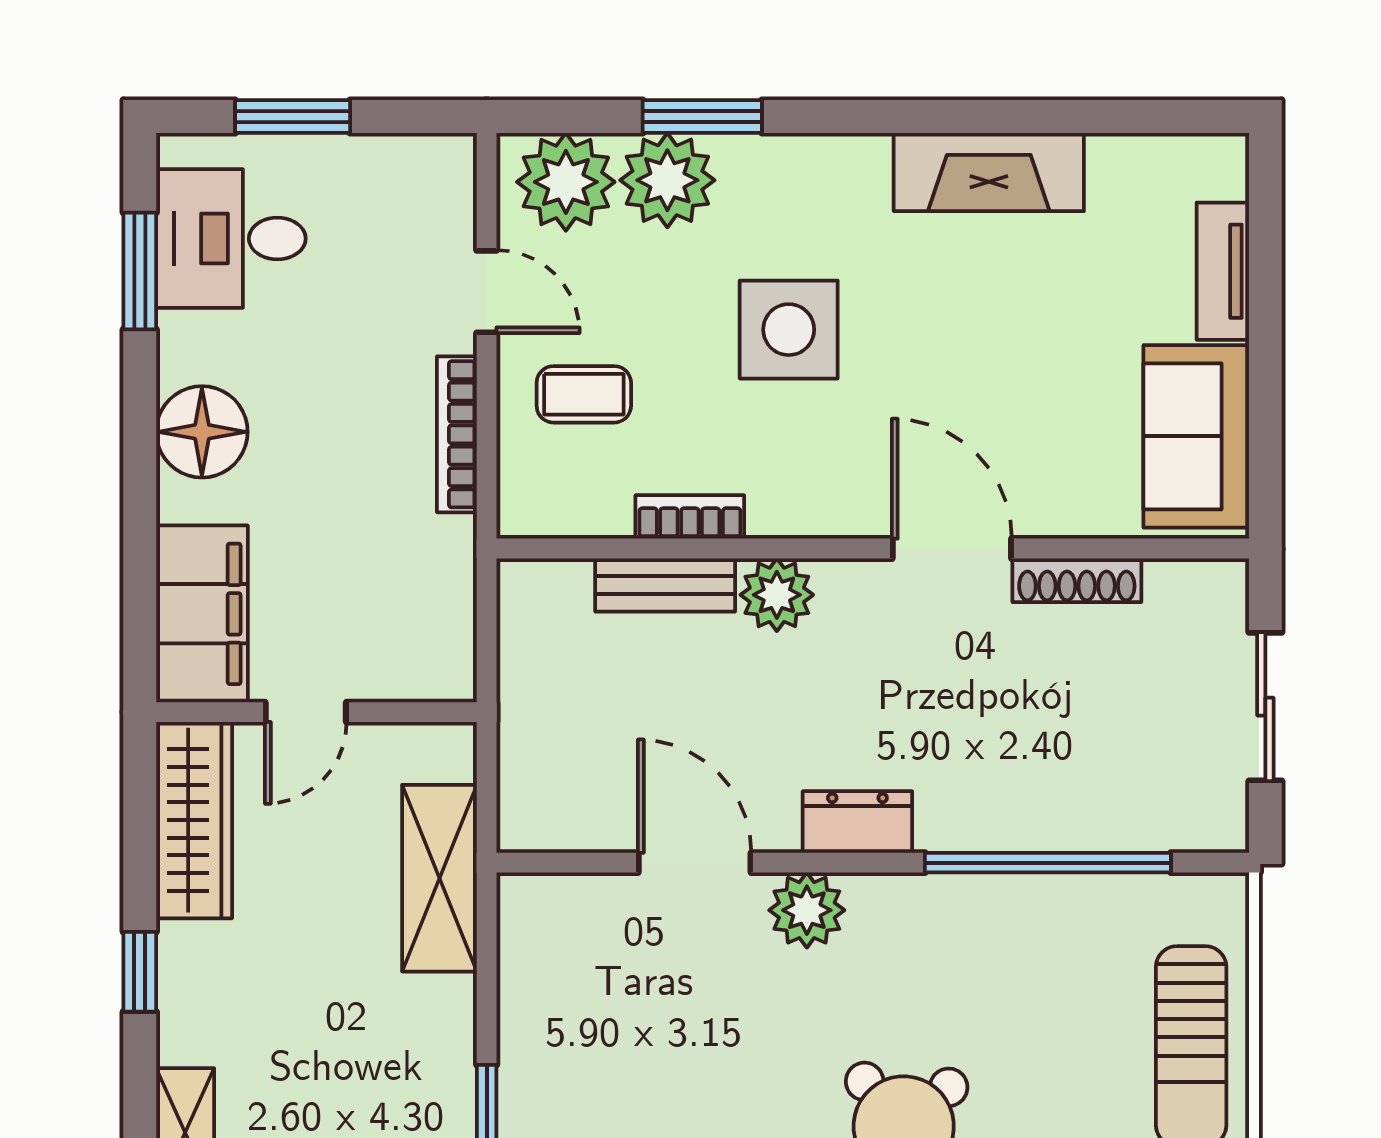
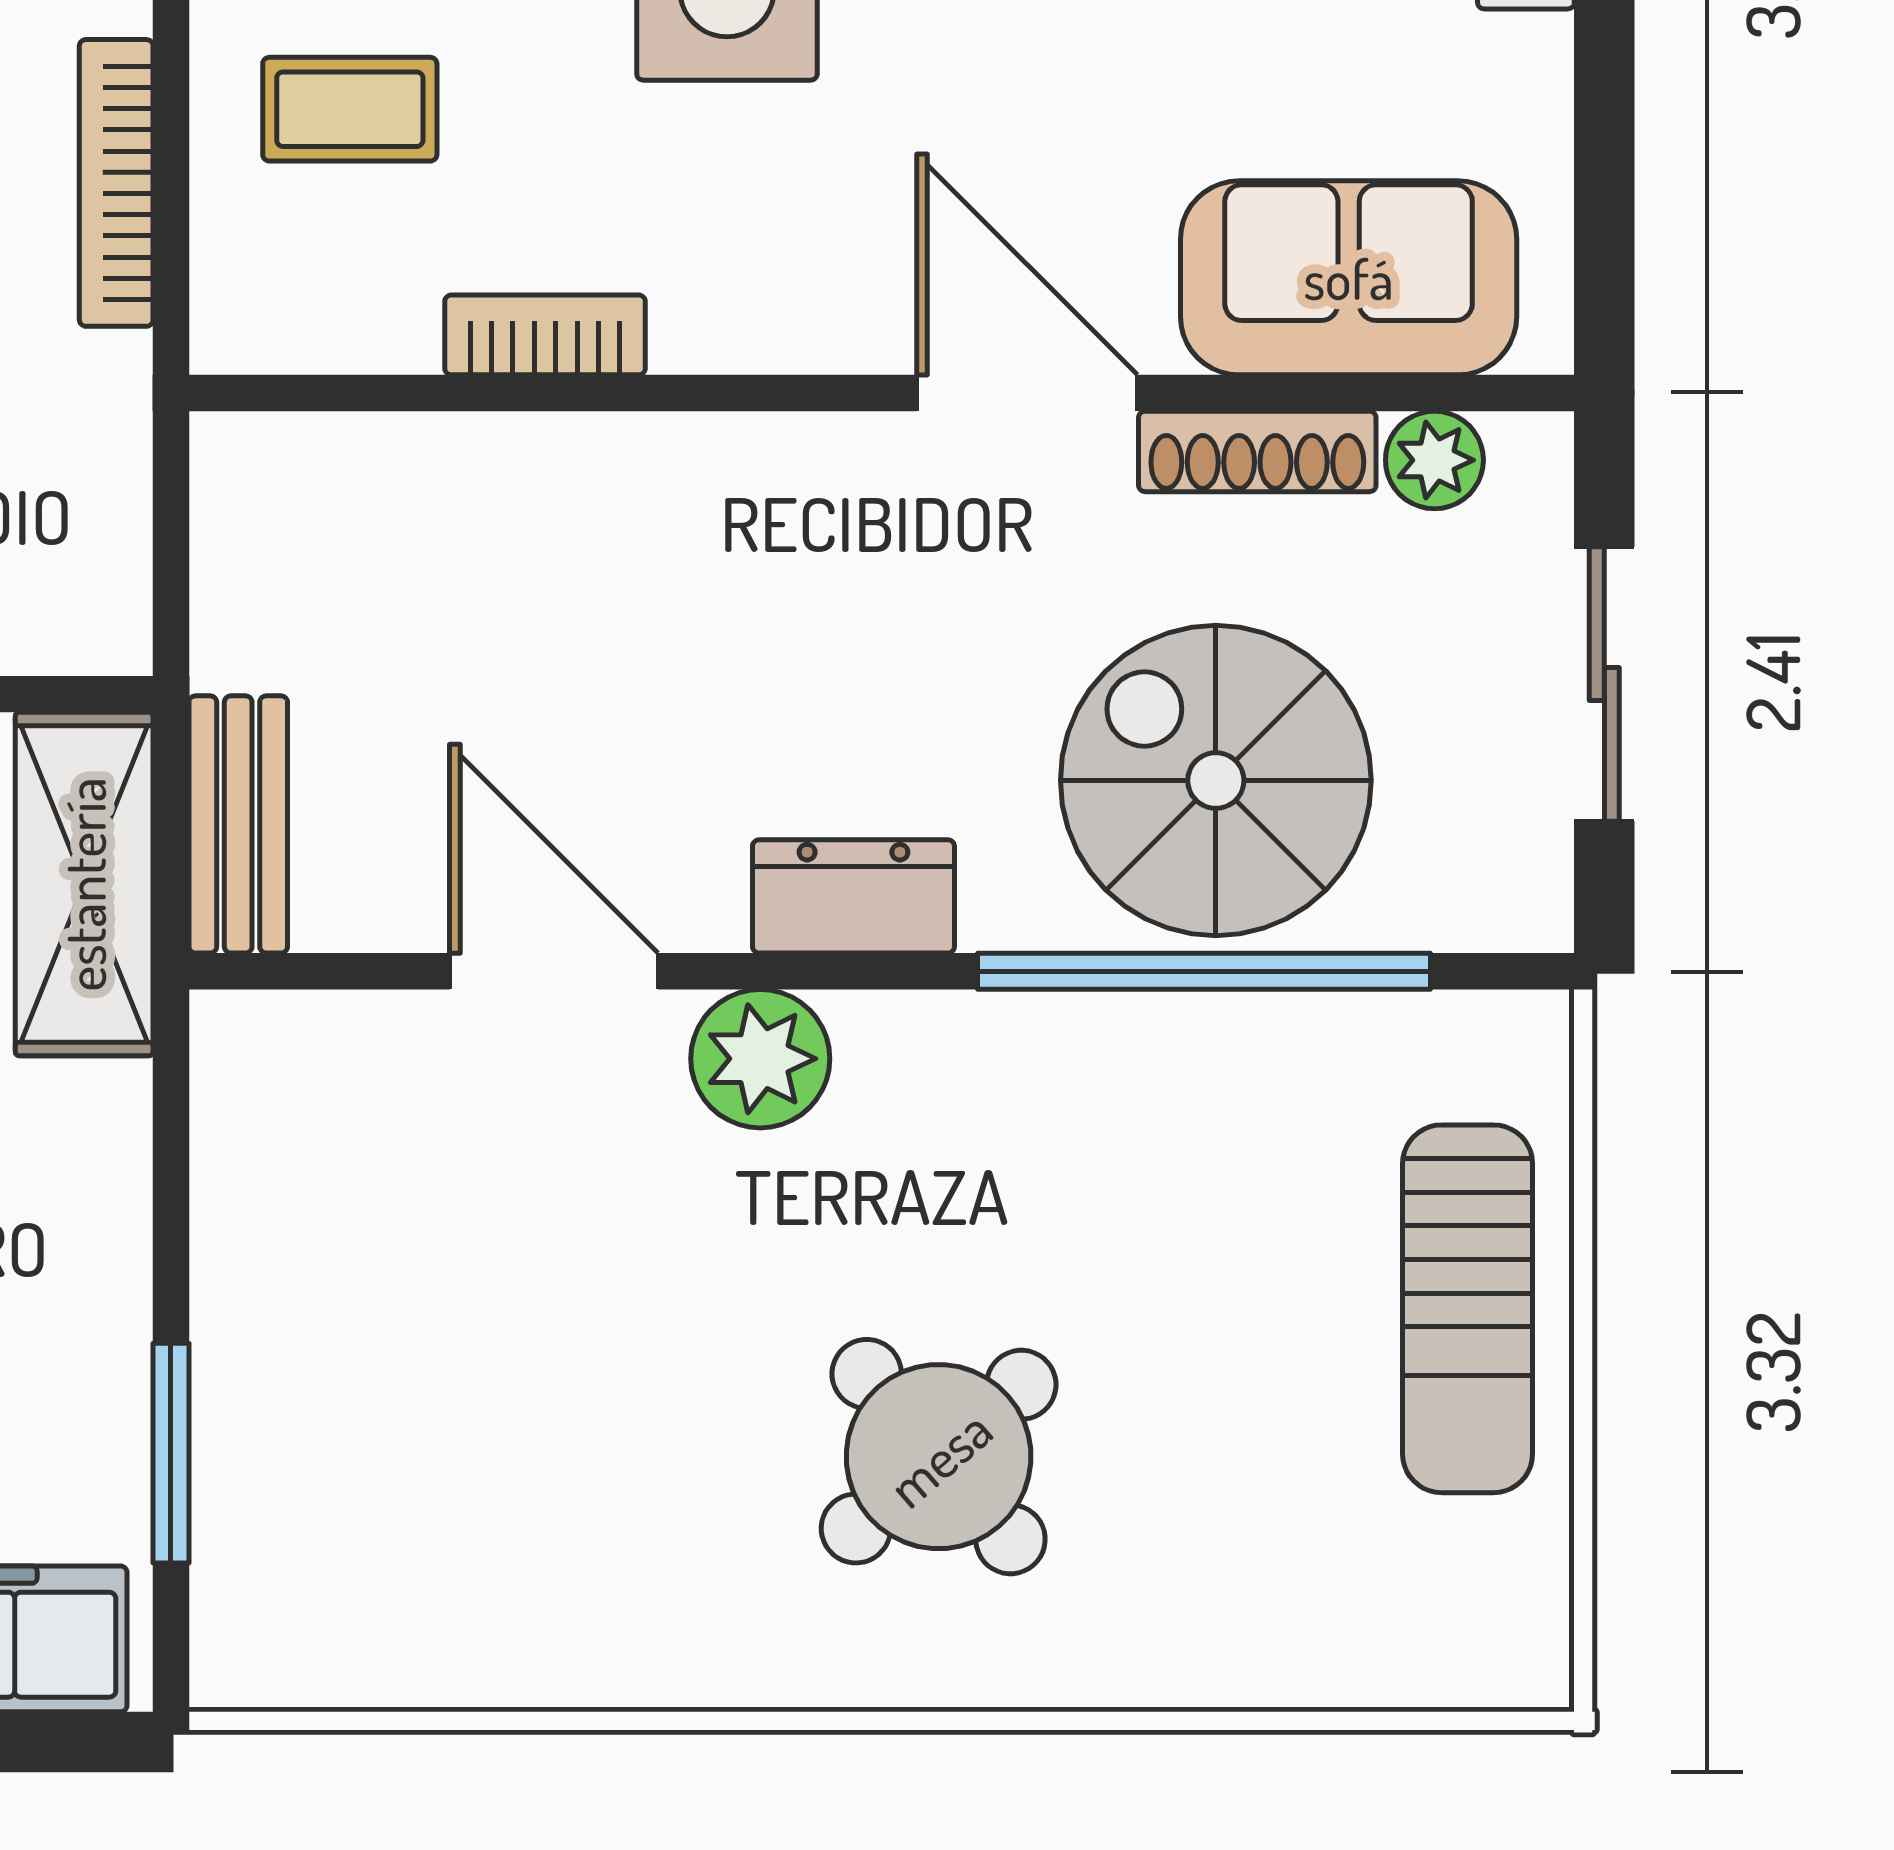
sofa: (1196, 436) -> (1349, 278), moved, turned 90
bench: (665, 585) -> (238, 824), moved, turned 90
plant: (777, 595) -> (1434, 460), moved, width x0.73, depth x0.73
spiral stairs: (1054, 759) -> (1216, 780), added
shelving: (439, 878) -> (84, 884), moved

